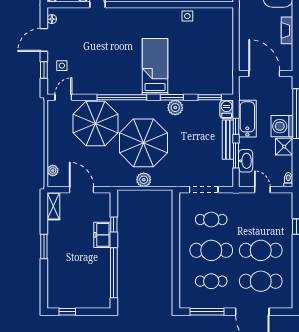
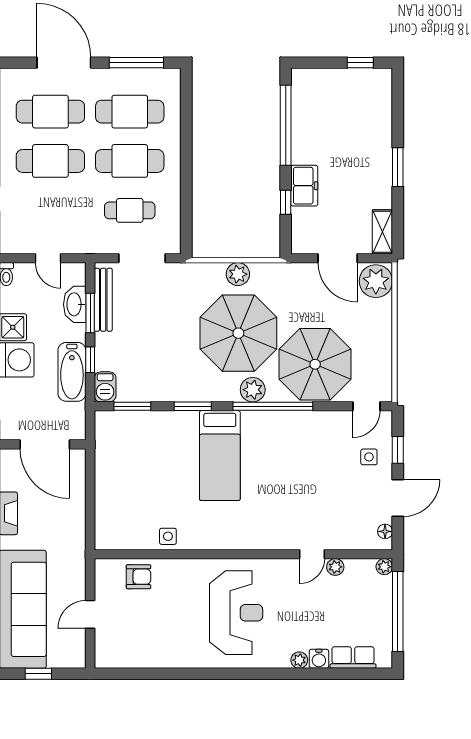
plant: (175, 108) -> (253, 390), moved
bench: (228, 140) -> (103, 300), moved
plant: (53, 171) -> (376, 281), width x1.88, depth x1.88
cafe table: (211, 281) -> (130, 112), width x1.37, depth x1.35

